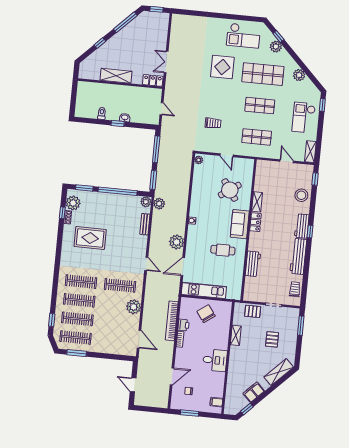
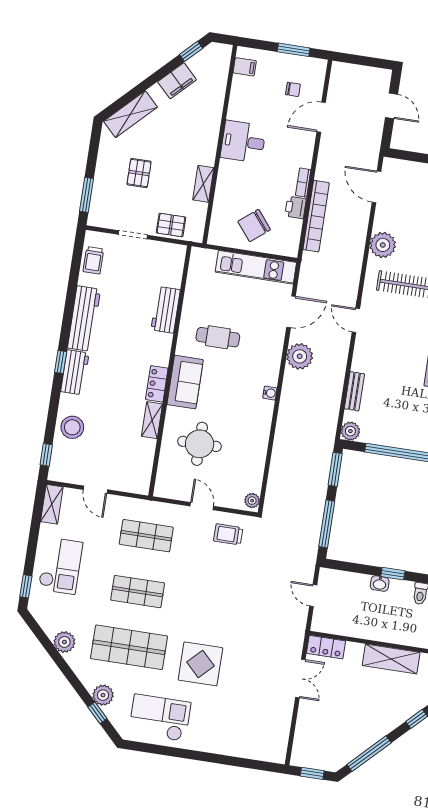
trolley: (213, 123) -> (228, 534), moved
round table: (230, 190) -> (200, 444), turned 35
plant: (159, 204) -> (327, 427), removed
chair: (206, 314) -> (254, 226), turned 87

